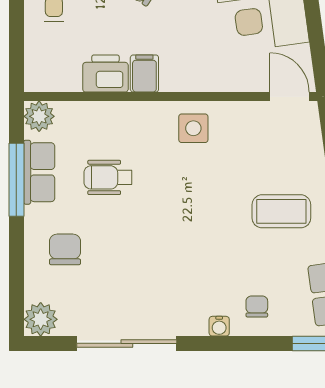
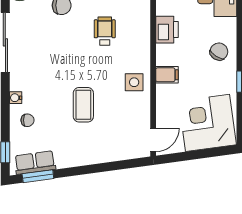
filing cabinet: (144, 73) -> (167, 75), moved
coffee table: (281, 211) -> (83, 105), moved

